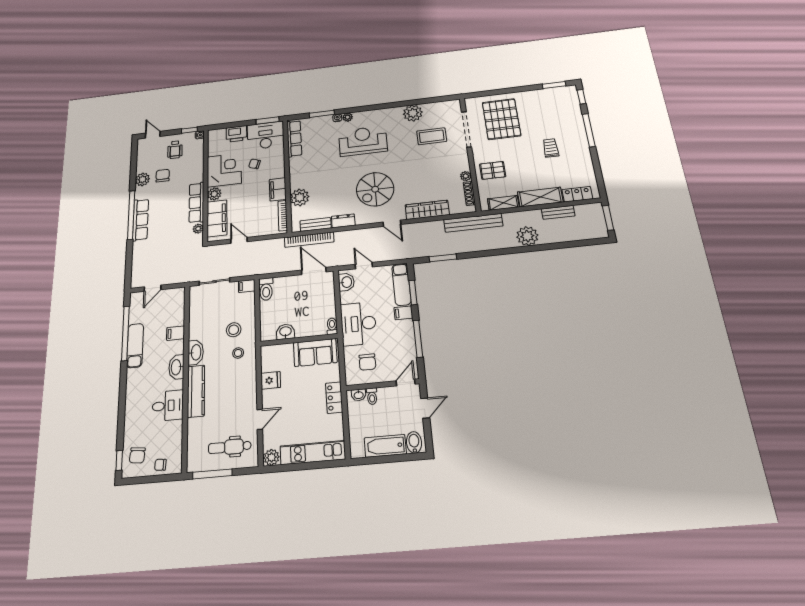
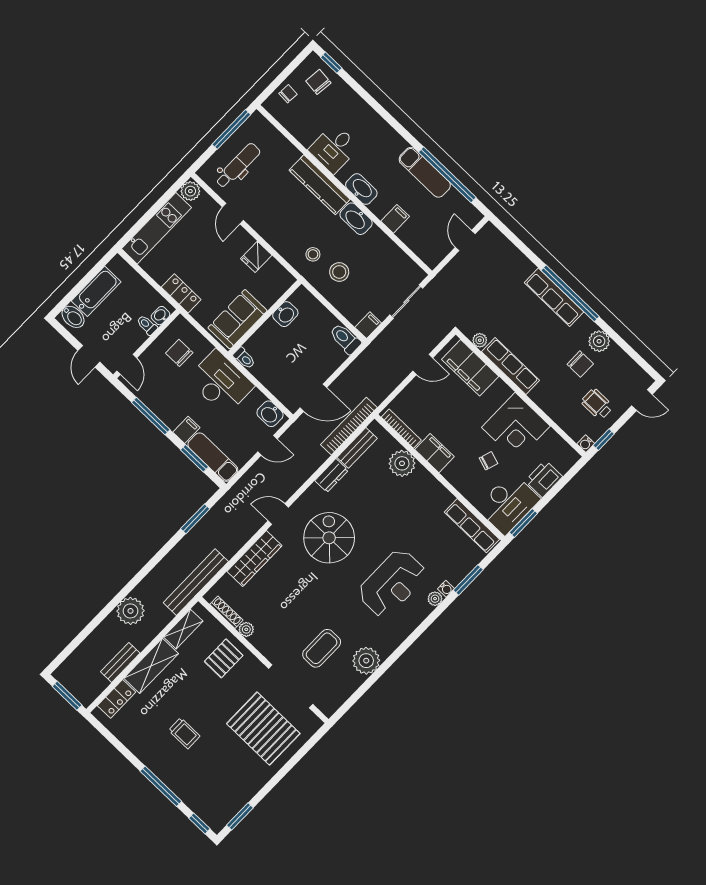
plant: (214, 194) -> (500, 391), removed

